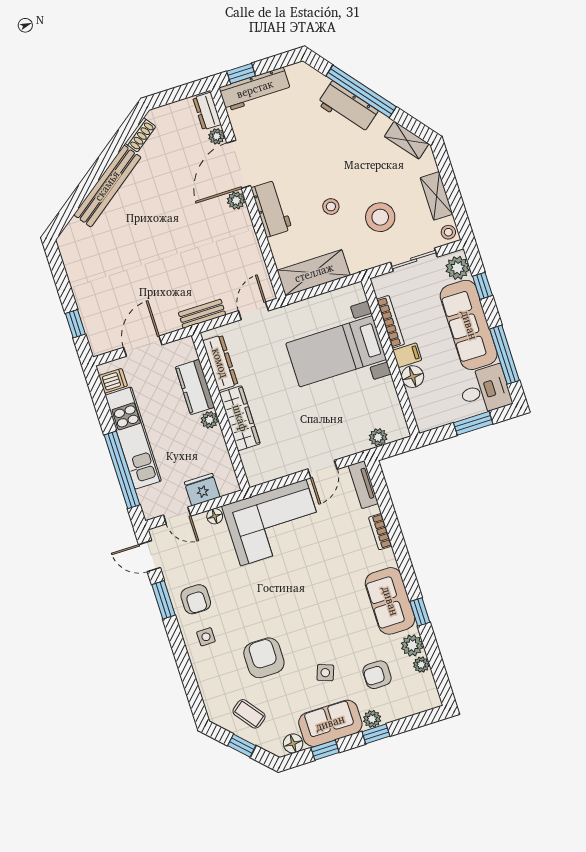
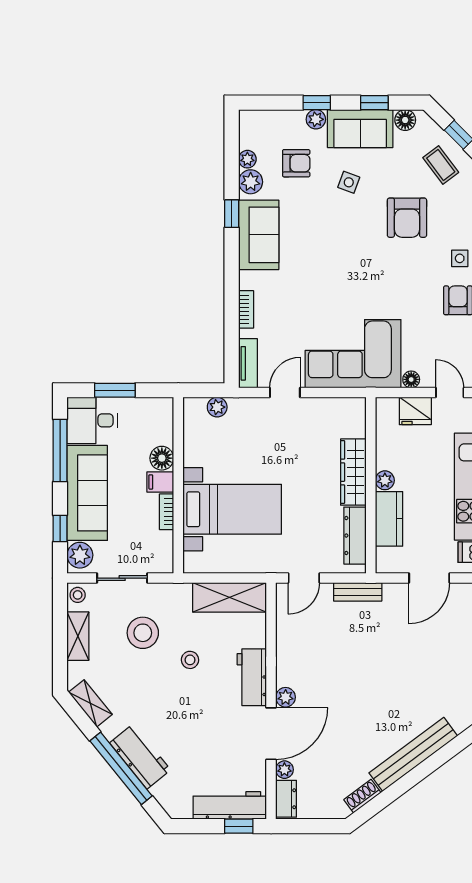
bookcase: (390, 322) -> (167, 512), width x0.64

